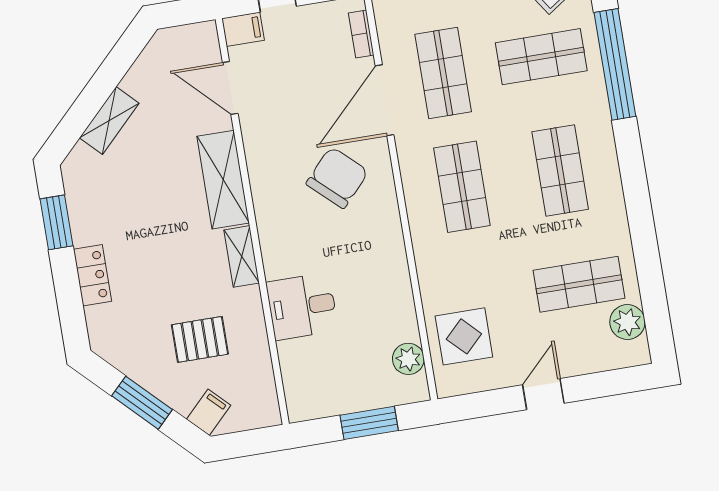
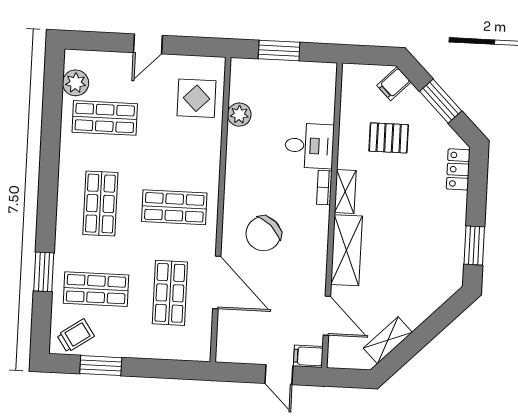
bookcase: (361, 34) -> (324, 188), moved, turned 180
window: (615, 64) -> (44, 272), width x0.47
door: (385, 100) -> (217, 282), hinge flipped
shelving: (109, 121) -> (388, 340), moved
shop shelf: (462, 187) -> (174, 207), turned 90
locker: (93, 275) -> (458, 169), moved
plant: (408, 359) -> (239, 115), moved

